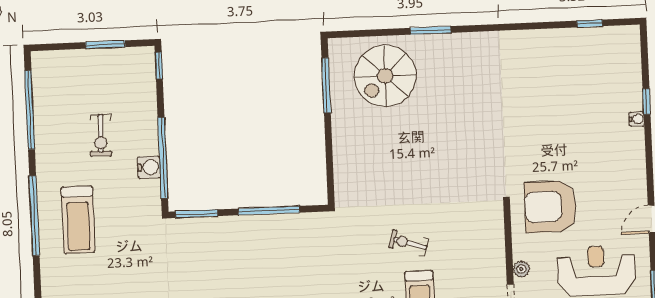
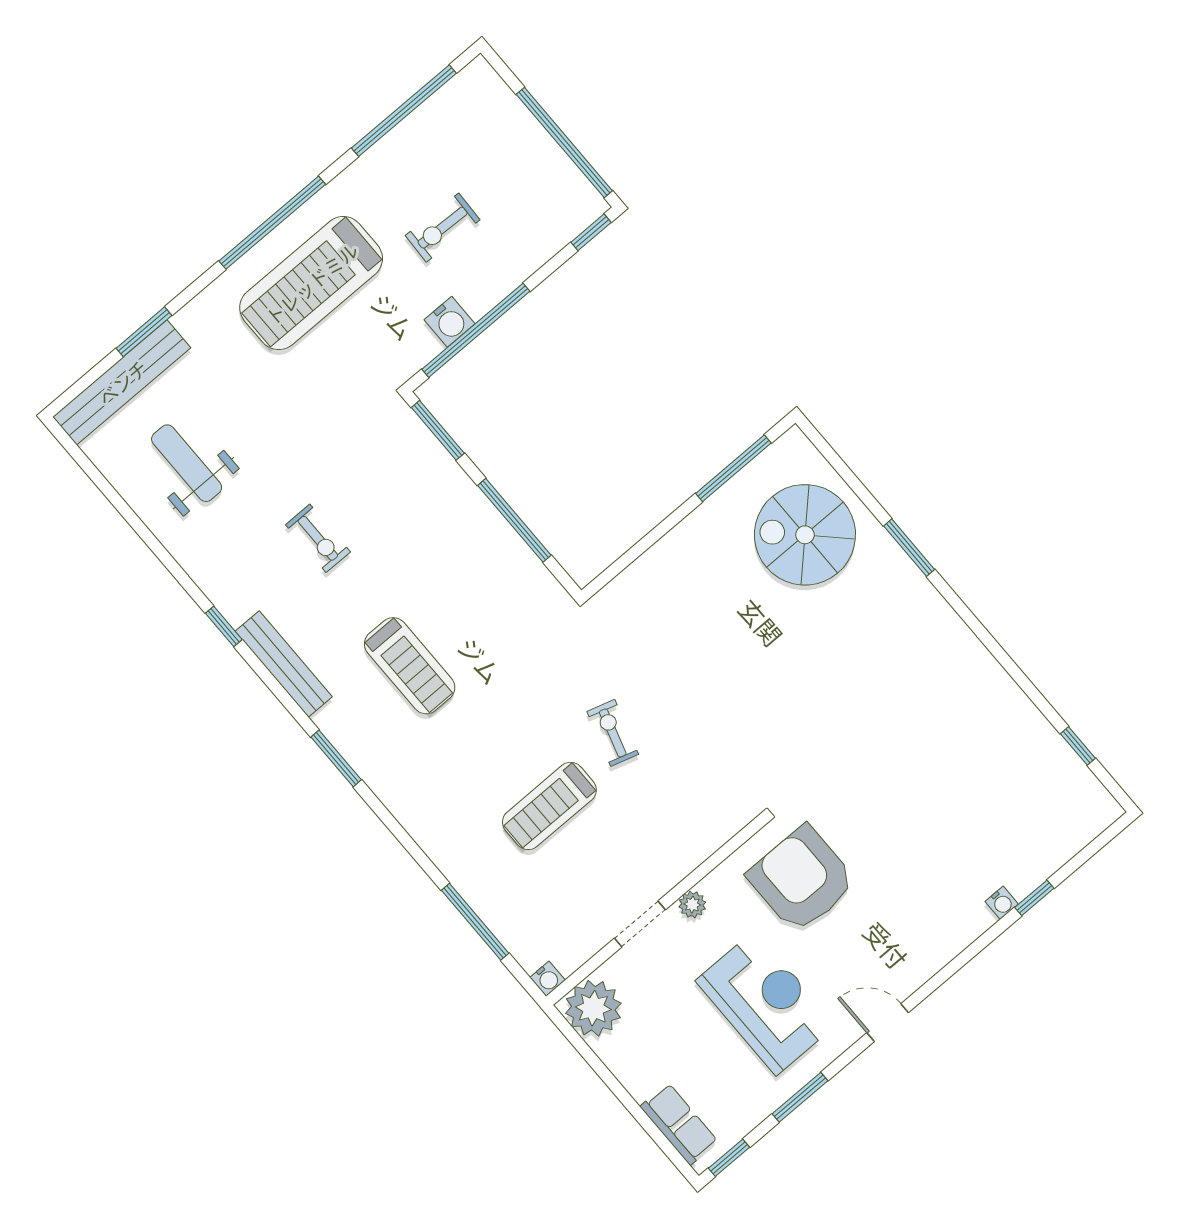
window: (105, 45) -> (564, 143), width x2.11
treadmill: (78, 220) -> (311, 283), width x1.37, depth x1.38

